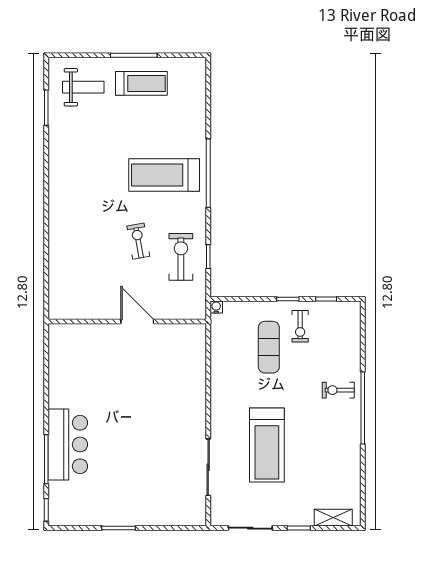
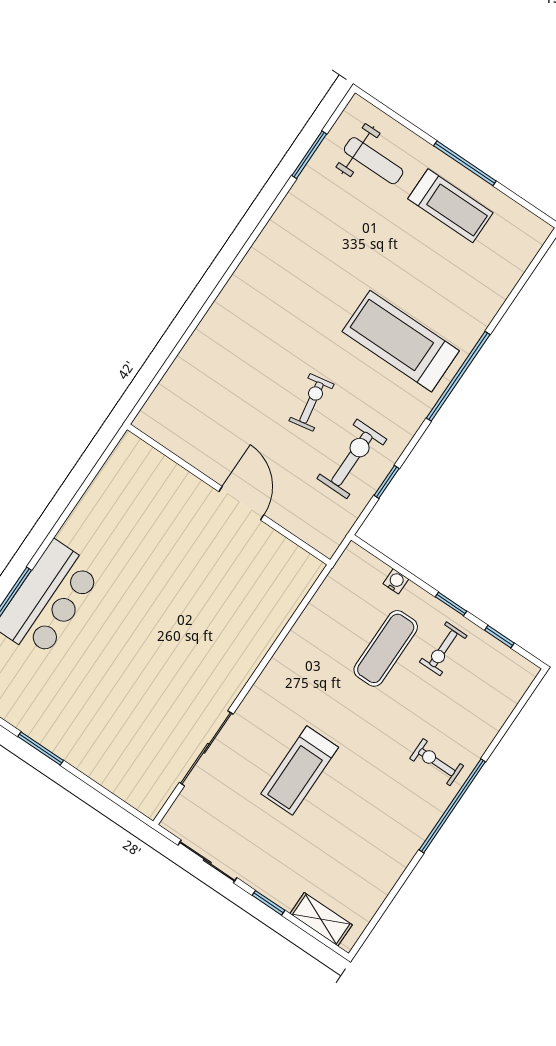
water cooler: (216, 307) -> (396, 581), moved
treadmill: (267, 445) -> (300, 771), width x0.73, depth x0.73

